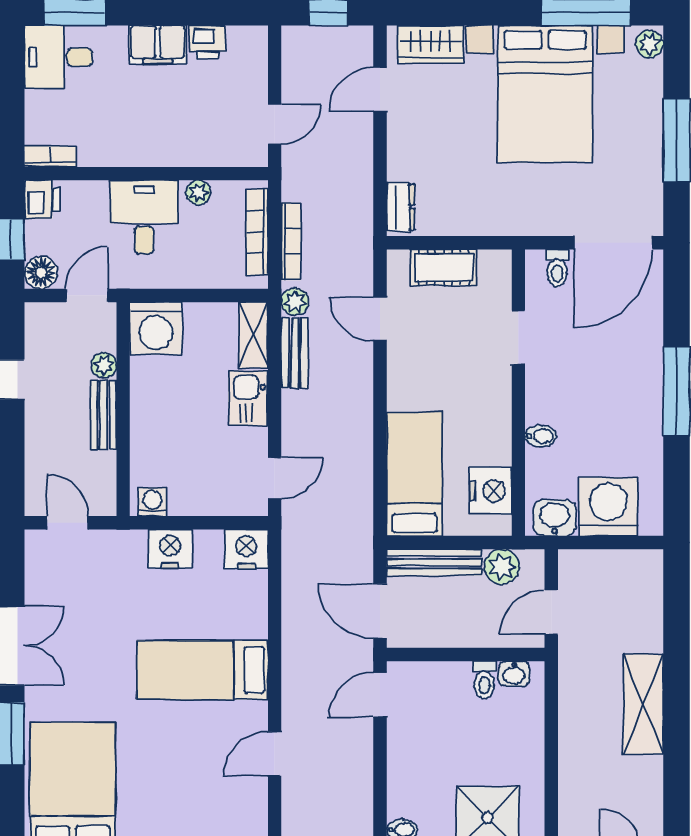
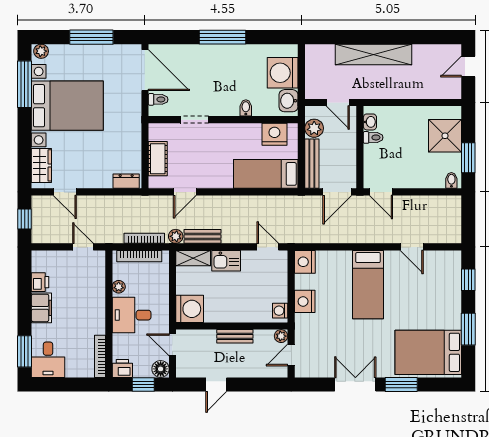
bookcase: (50, 157) -> (100, 356), width x1.56
plant: (104, 365) -> (281, 336), moved
shelving: (643, 704) -> (374, 54), width x1.47

